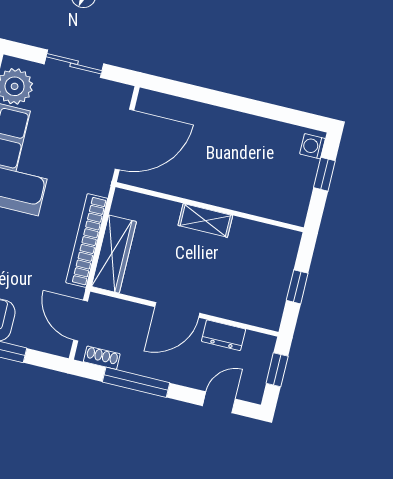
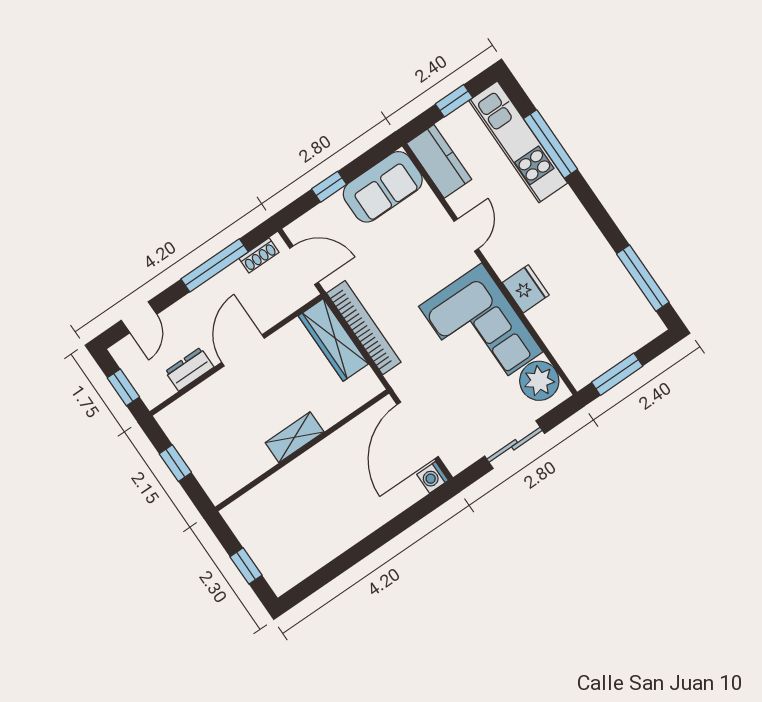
washing machine: (312, 146) -> (433, 477), moved, turned 180

